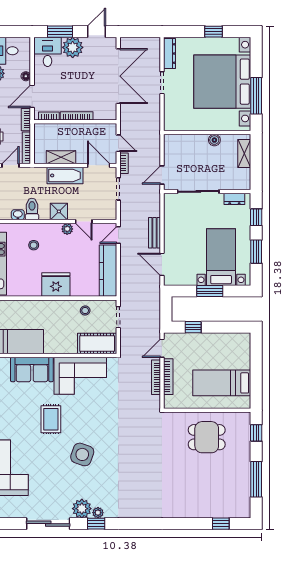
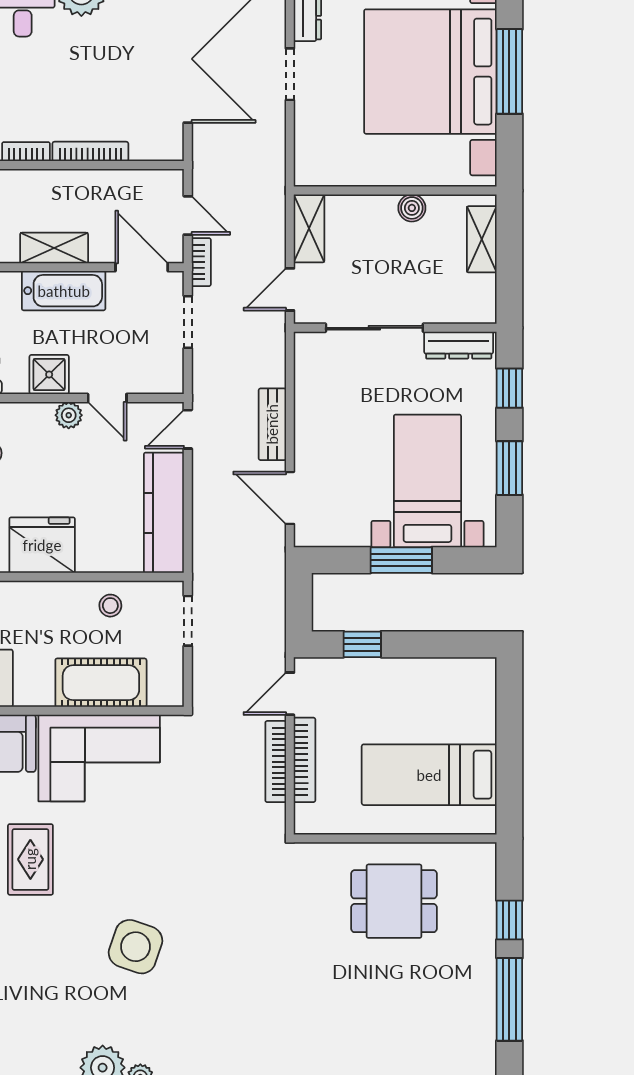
window: (256, 96) -> (509, 71), moved
shelving: (170, 149) -> (309, 228), added
dresser: (234, 199) -> (459, 345), width x1.44
cot: (97, 344) -> (101, 683), moved
window: (256, 433) -> (509, 920), moved
side table: (82, 454) -> (136, 947), moved

